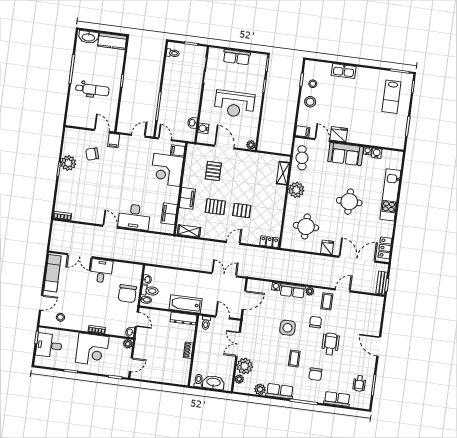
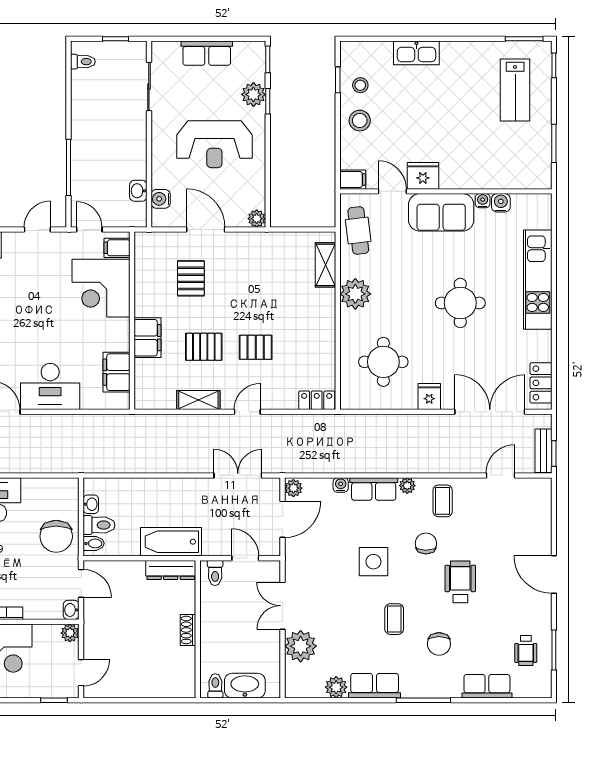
plant: (258, 81) -> (253, 94), added
shelving: (189, 231) -> (198, 400), moved
door: (343, 290) -> (500, 475), moved
plant: (239, 379) -> (293, 488), moved

